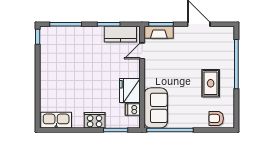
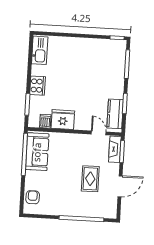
rug: (211, 83) -> (90, 179), moved, turned 90
sofa: (156, 108) -> (37, 152), moved, turned -90

